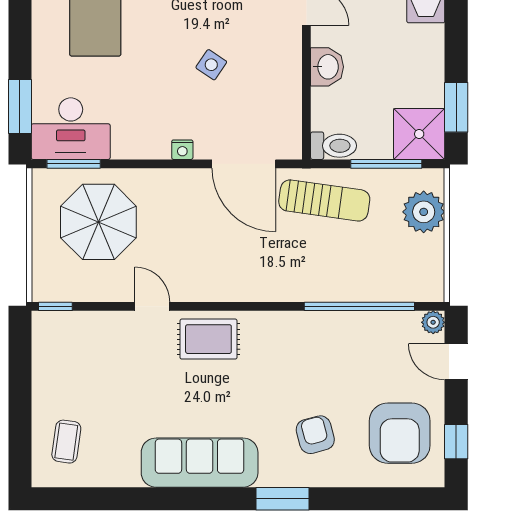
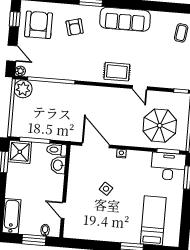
washbasin: (327, 67) -> (58, 165), moved
sun lounger: (324, 200) -> (63, 127), removed
plant: (424, 212) -> (23, 89), moved

